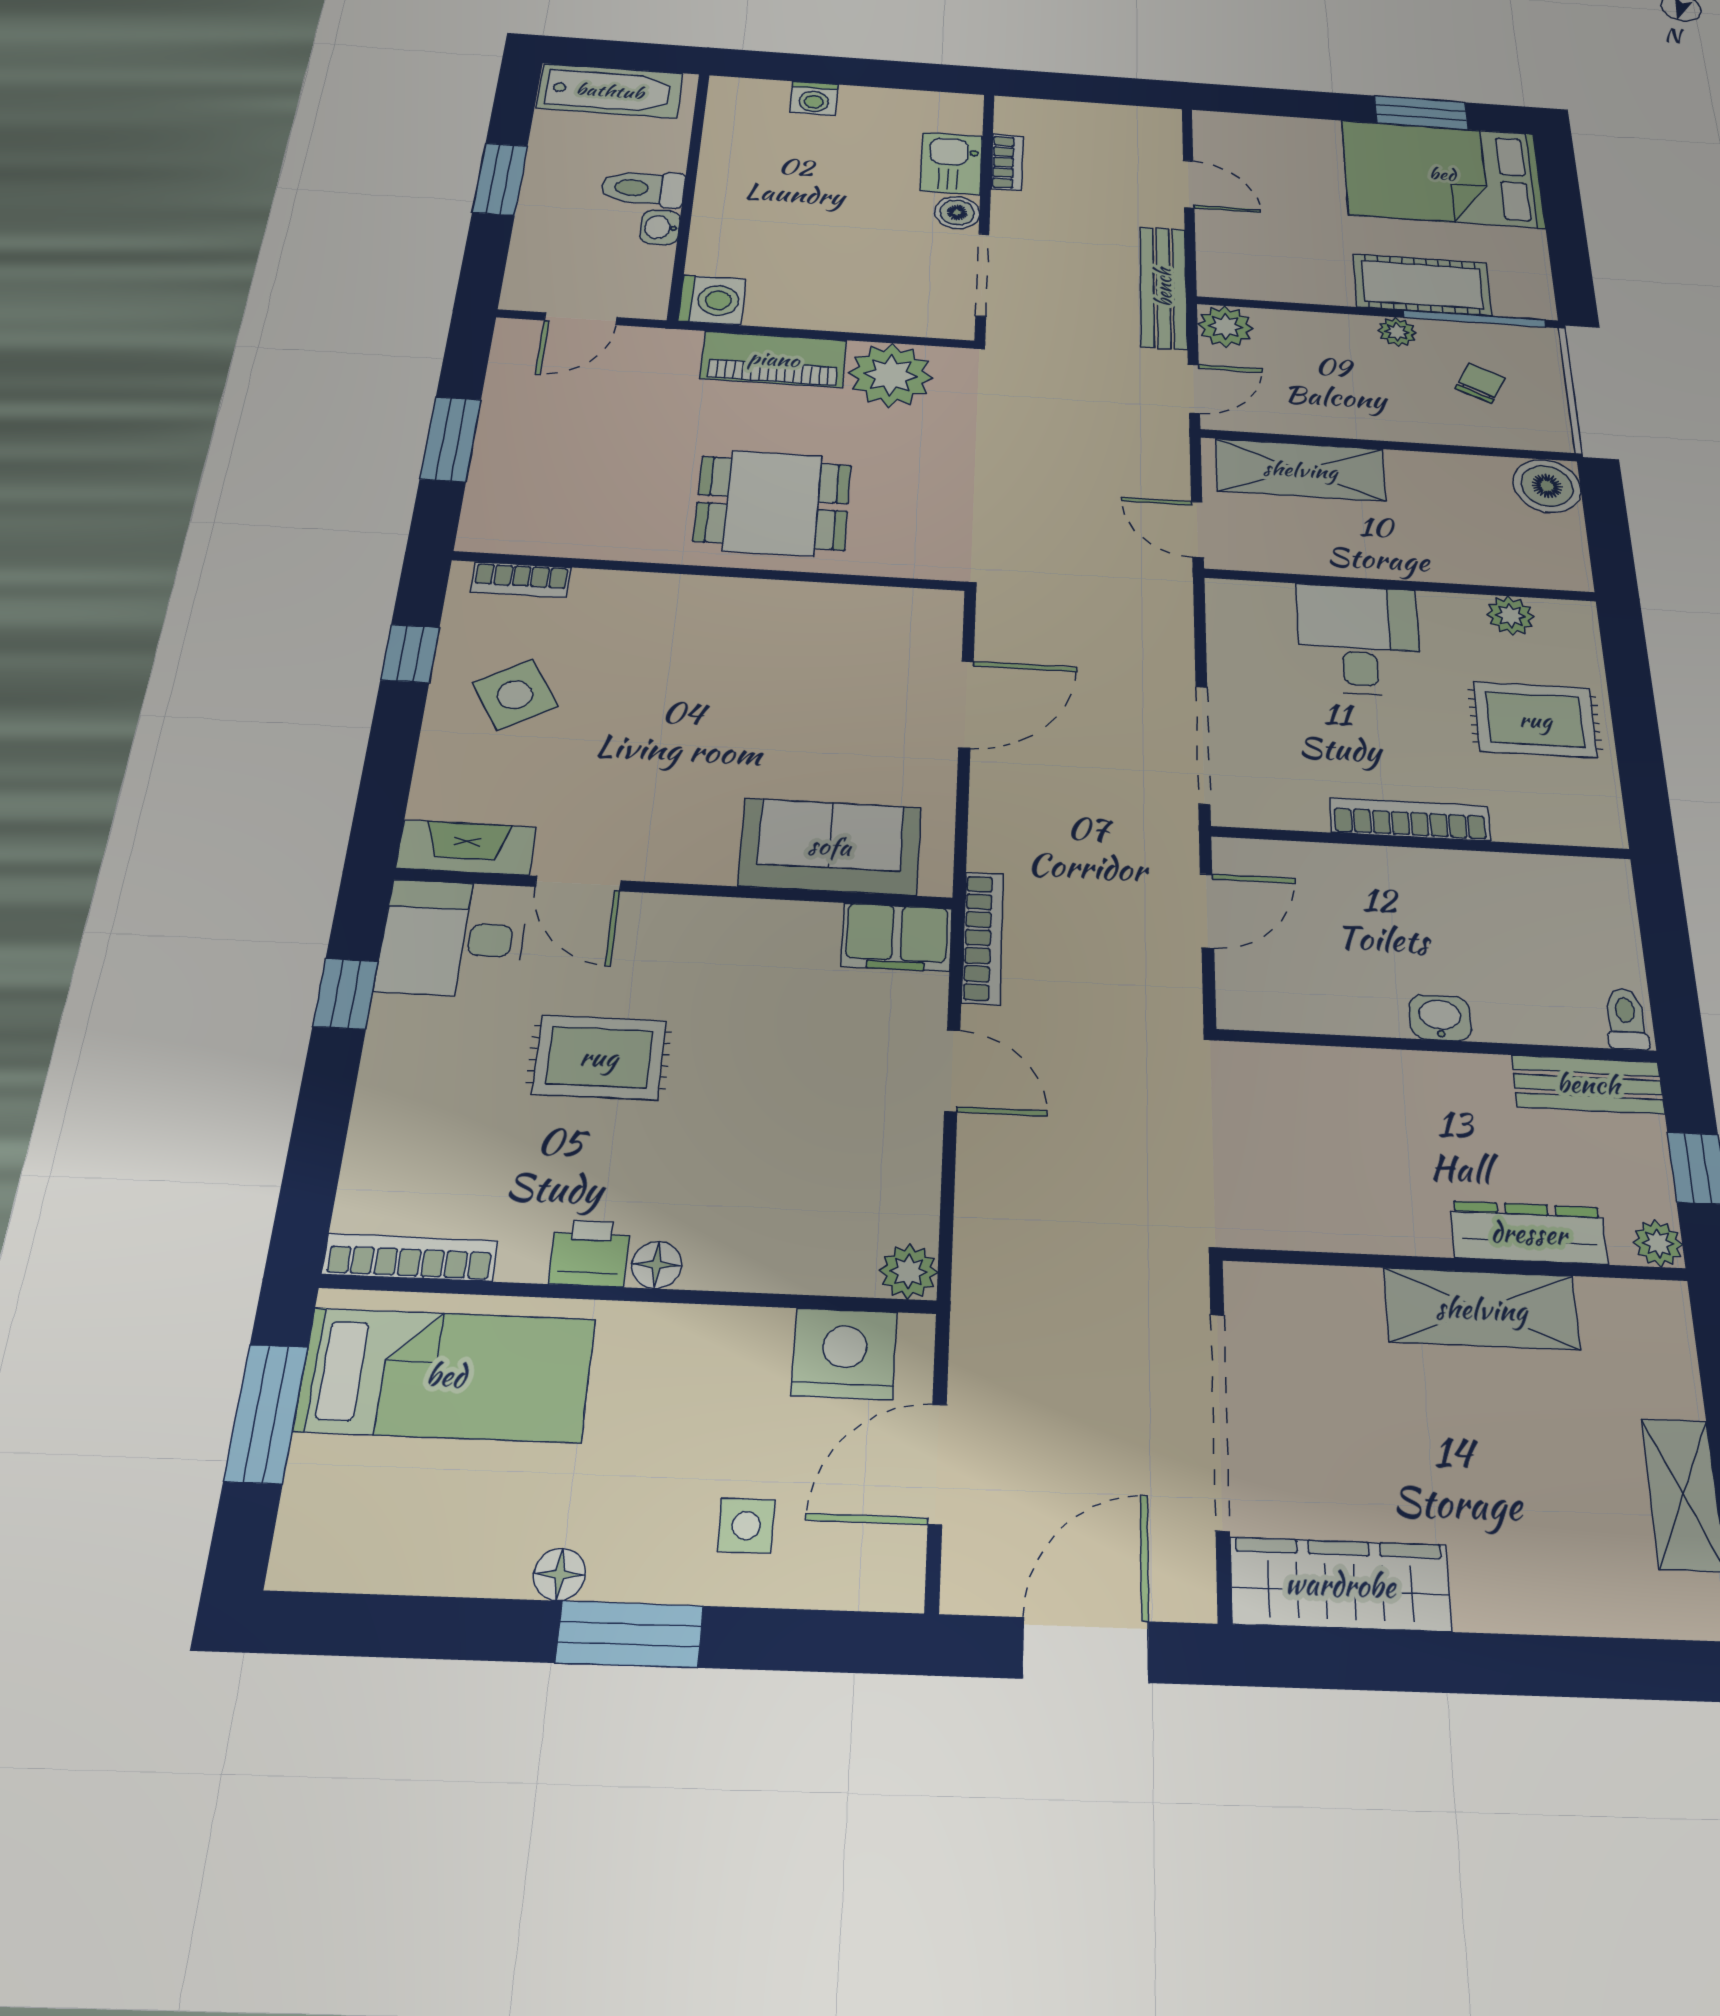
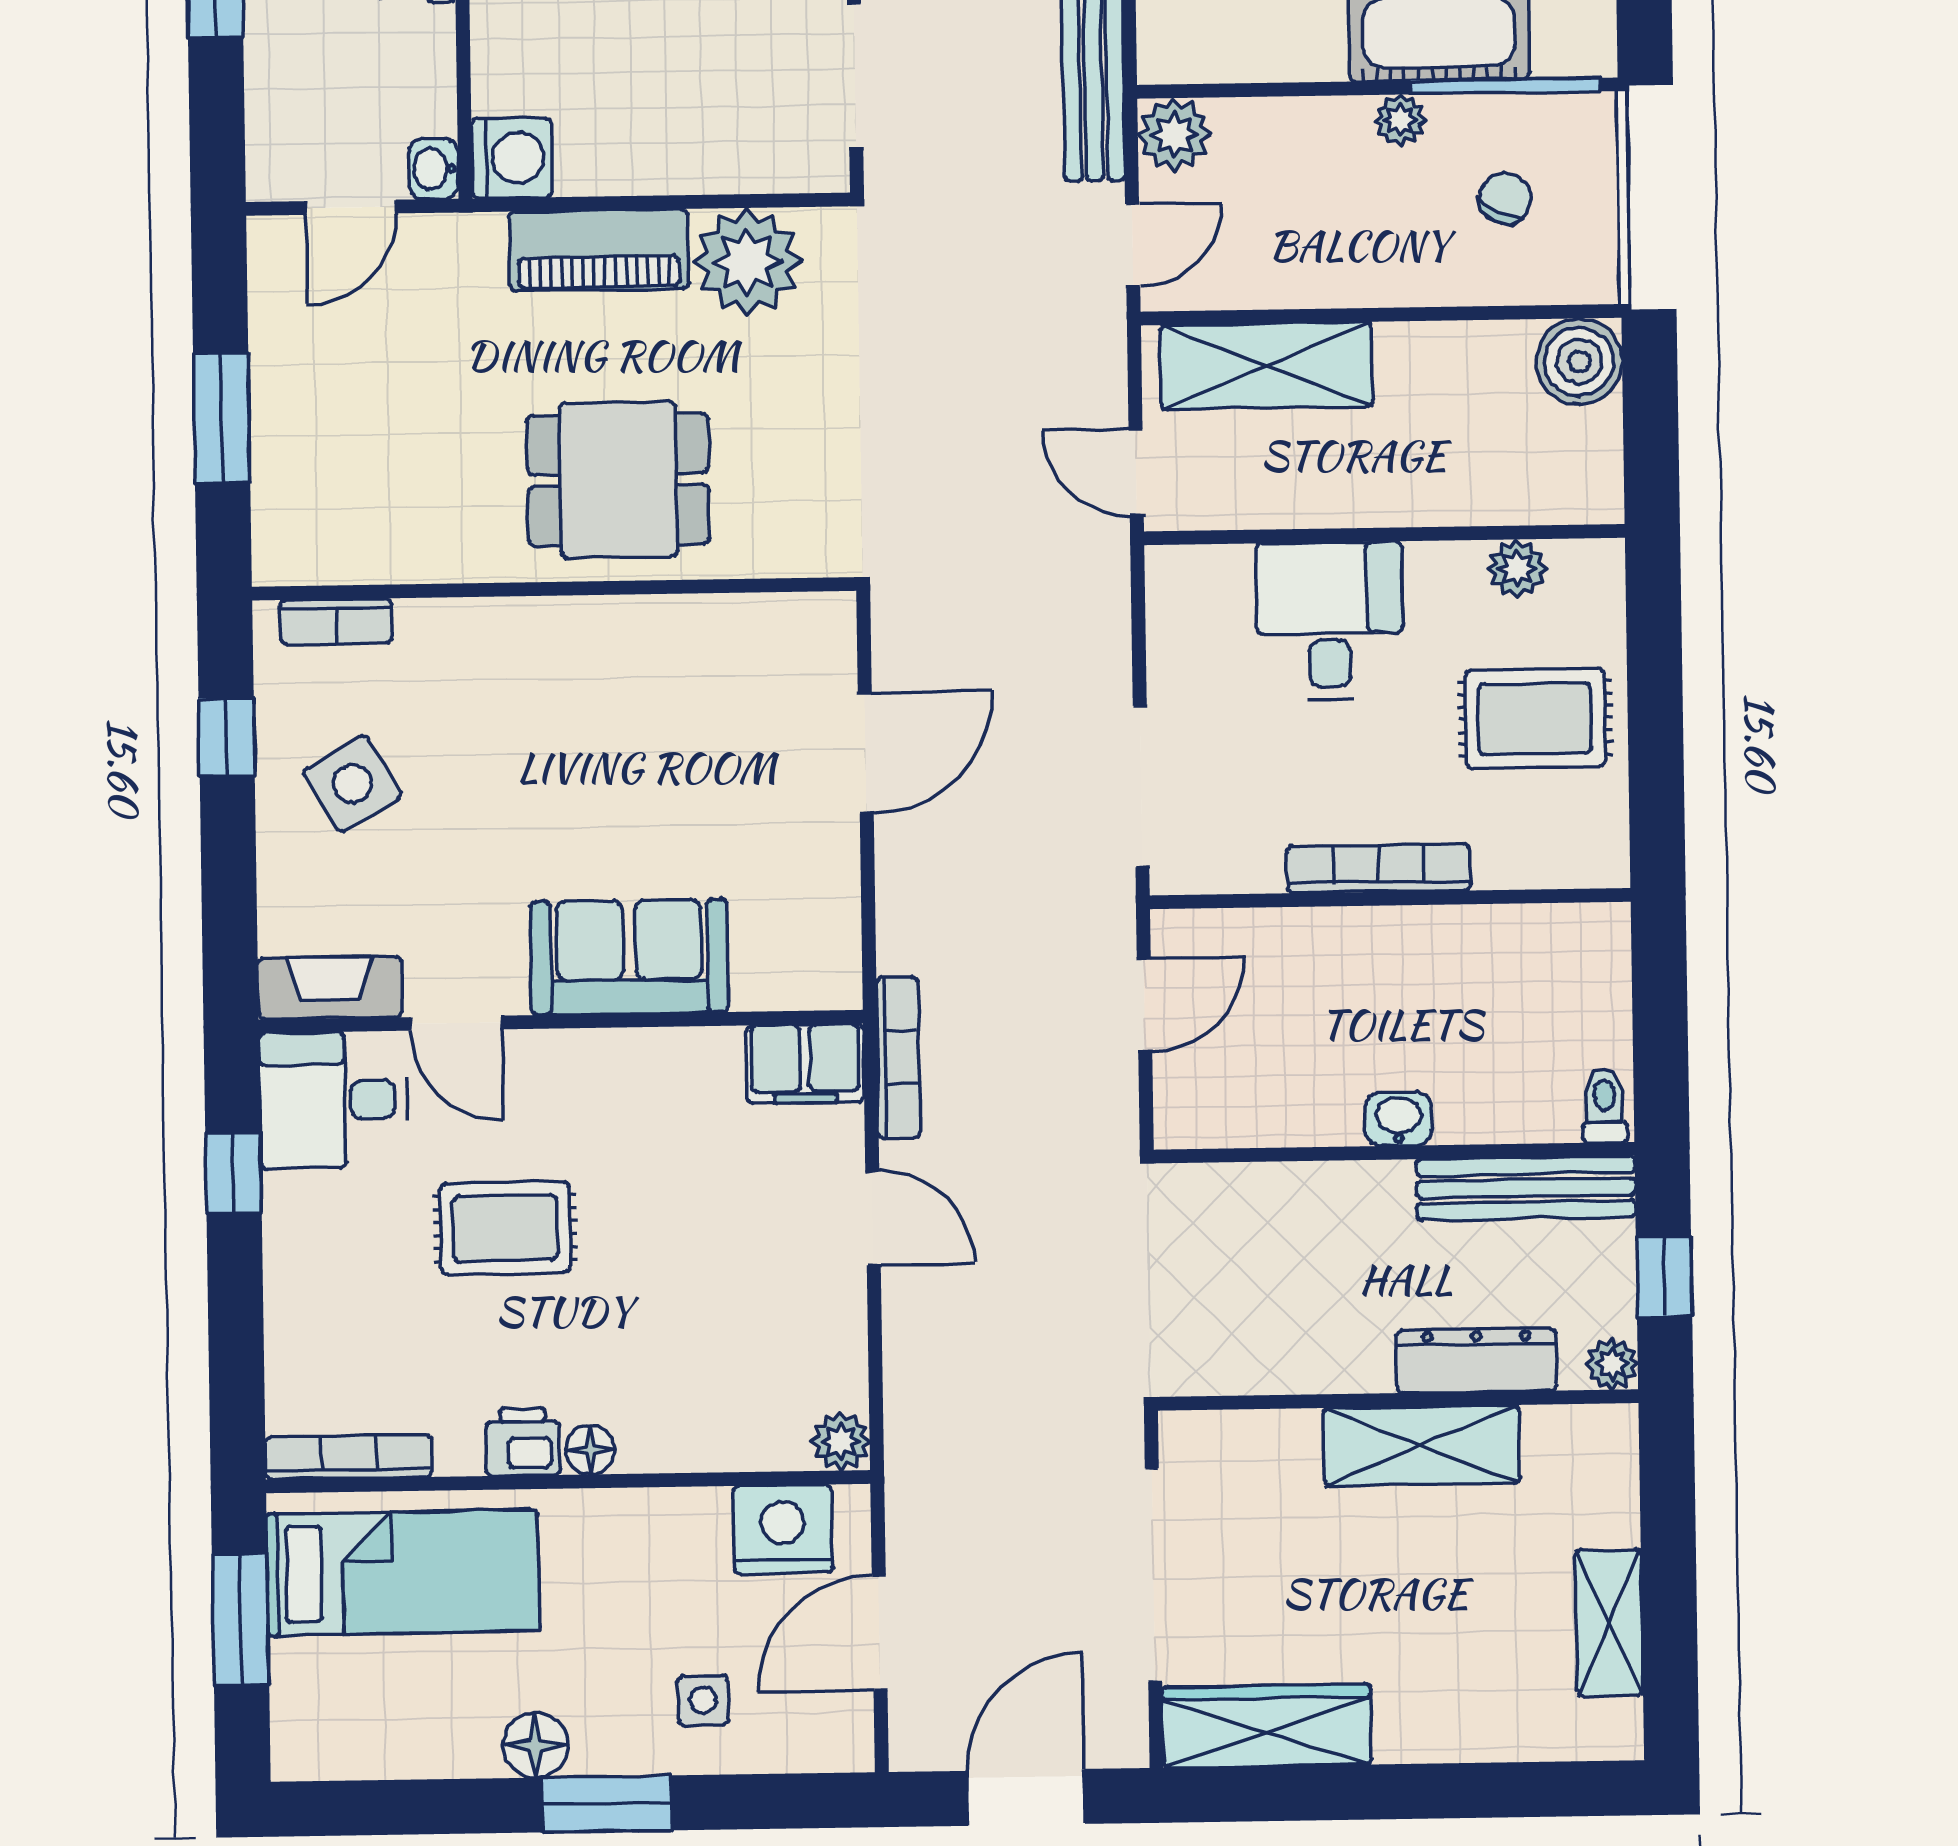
washbasin: (660, 227) -> (434, 169), moved
sofa: (830, 846) -> (629, 957), moved
bench: (1588, 1084) -> (1526, 1188), width x1.36
floor lamp: (559, 1574) -> (536, 1745), width x1.37, depth x1.37

